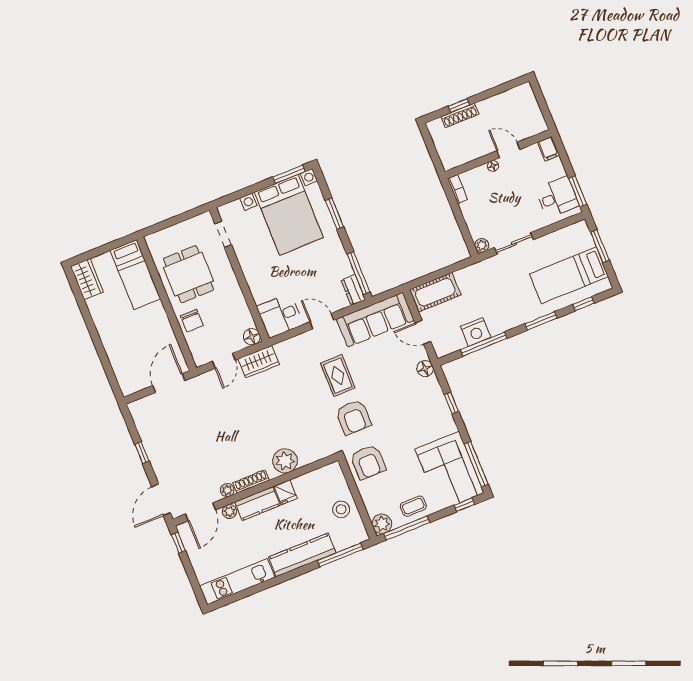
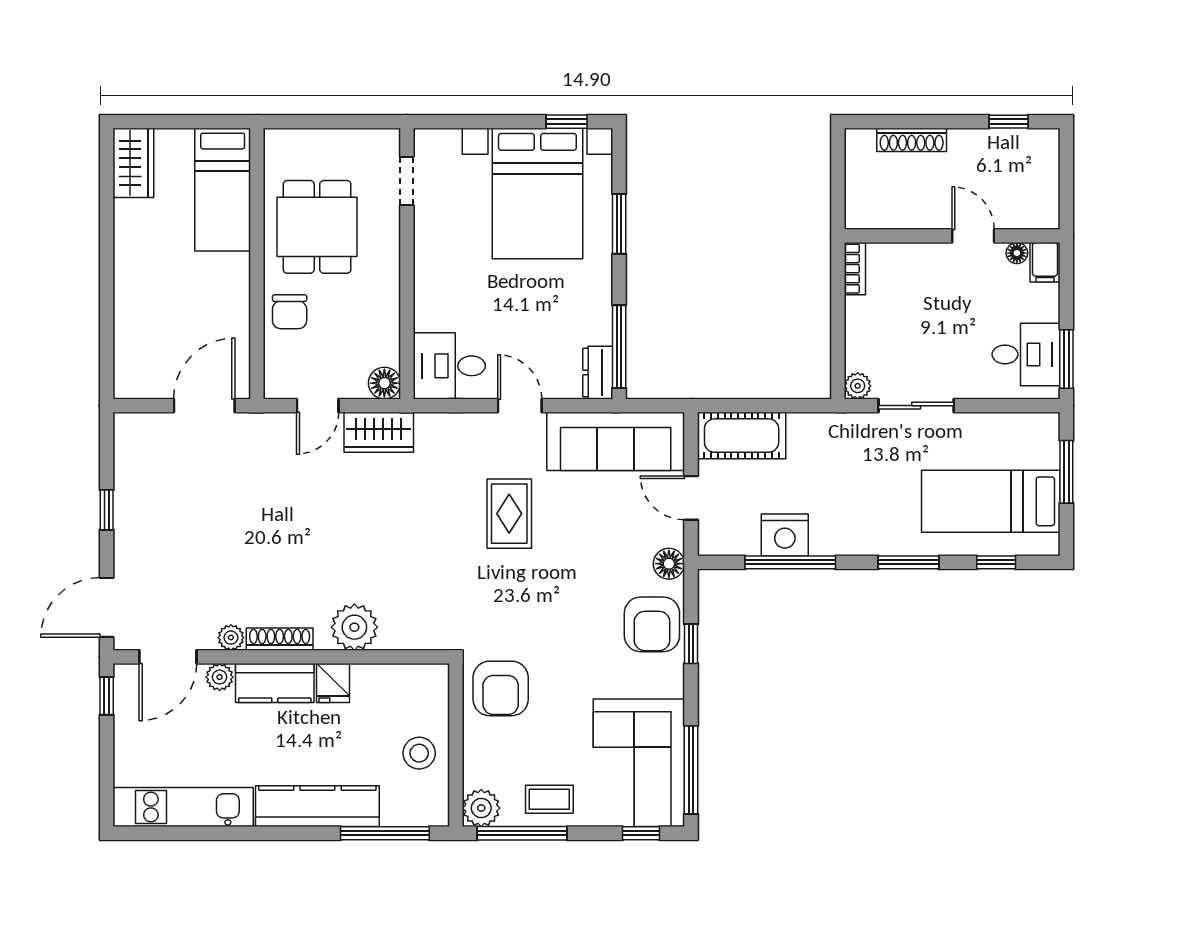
window: (459, 106) -> (1009, 122), moved
floor lamp: (493, 166) -> (1017, 253), moved
window: (289, 174) -> (567, 122), width x0.67
armchair: (353, 417) -> (652, 624), moved

